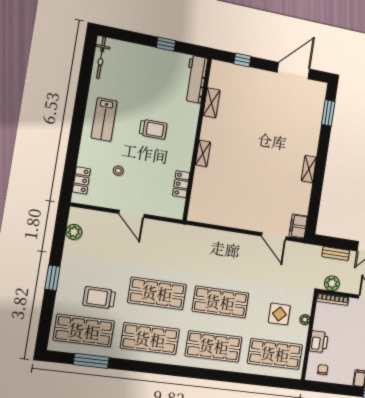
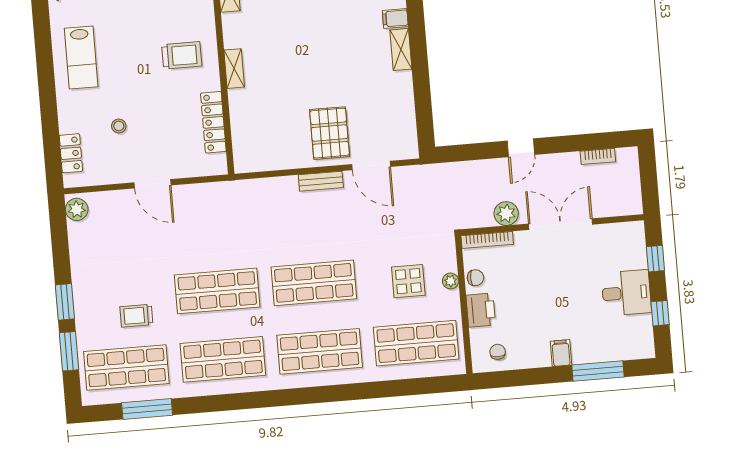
trolley: (153, 129) -> (182, 55), moved
locker: (181, 184) -> (213, 122), width x1.53
pallet: (253, 210) -> (330, 133), added
filing cabinet: (298, 226) -> (395, 18), moved, width x0.50
plant: (74, 232) -> (77, 209), moved
bench: (336, 253) -> (321, 181), moved
plant: (332, 283) -> (506, 214), moved
trolley: (99, 298) -> (136, 316), width x0.73, depth x0.72
window: (47, 311) -> (69, 351), added
chair: (320, 321) -> (475, 278), added

